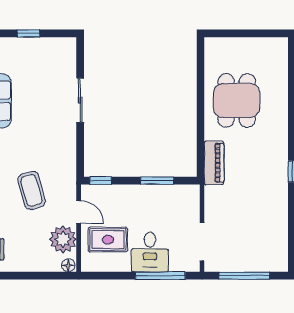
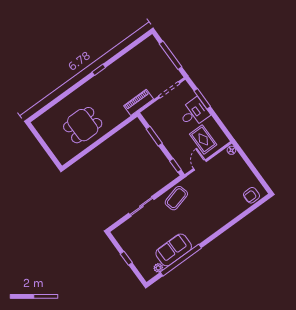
piano: (214, 163) -> (139, 102), moved
coffee table: (32, 190) -> (176, 198), moved
plant: (63, 239) -> (220, 163), removed
window: (160, 276) -> (202, 99), width x0.69

